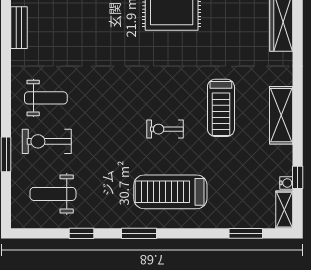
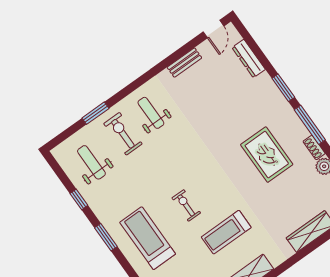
weight bench: (46, 98) -> (151, 113), turned 180

